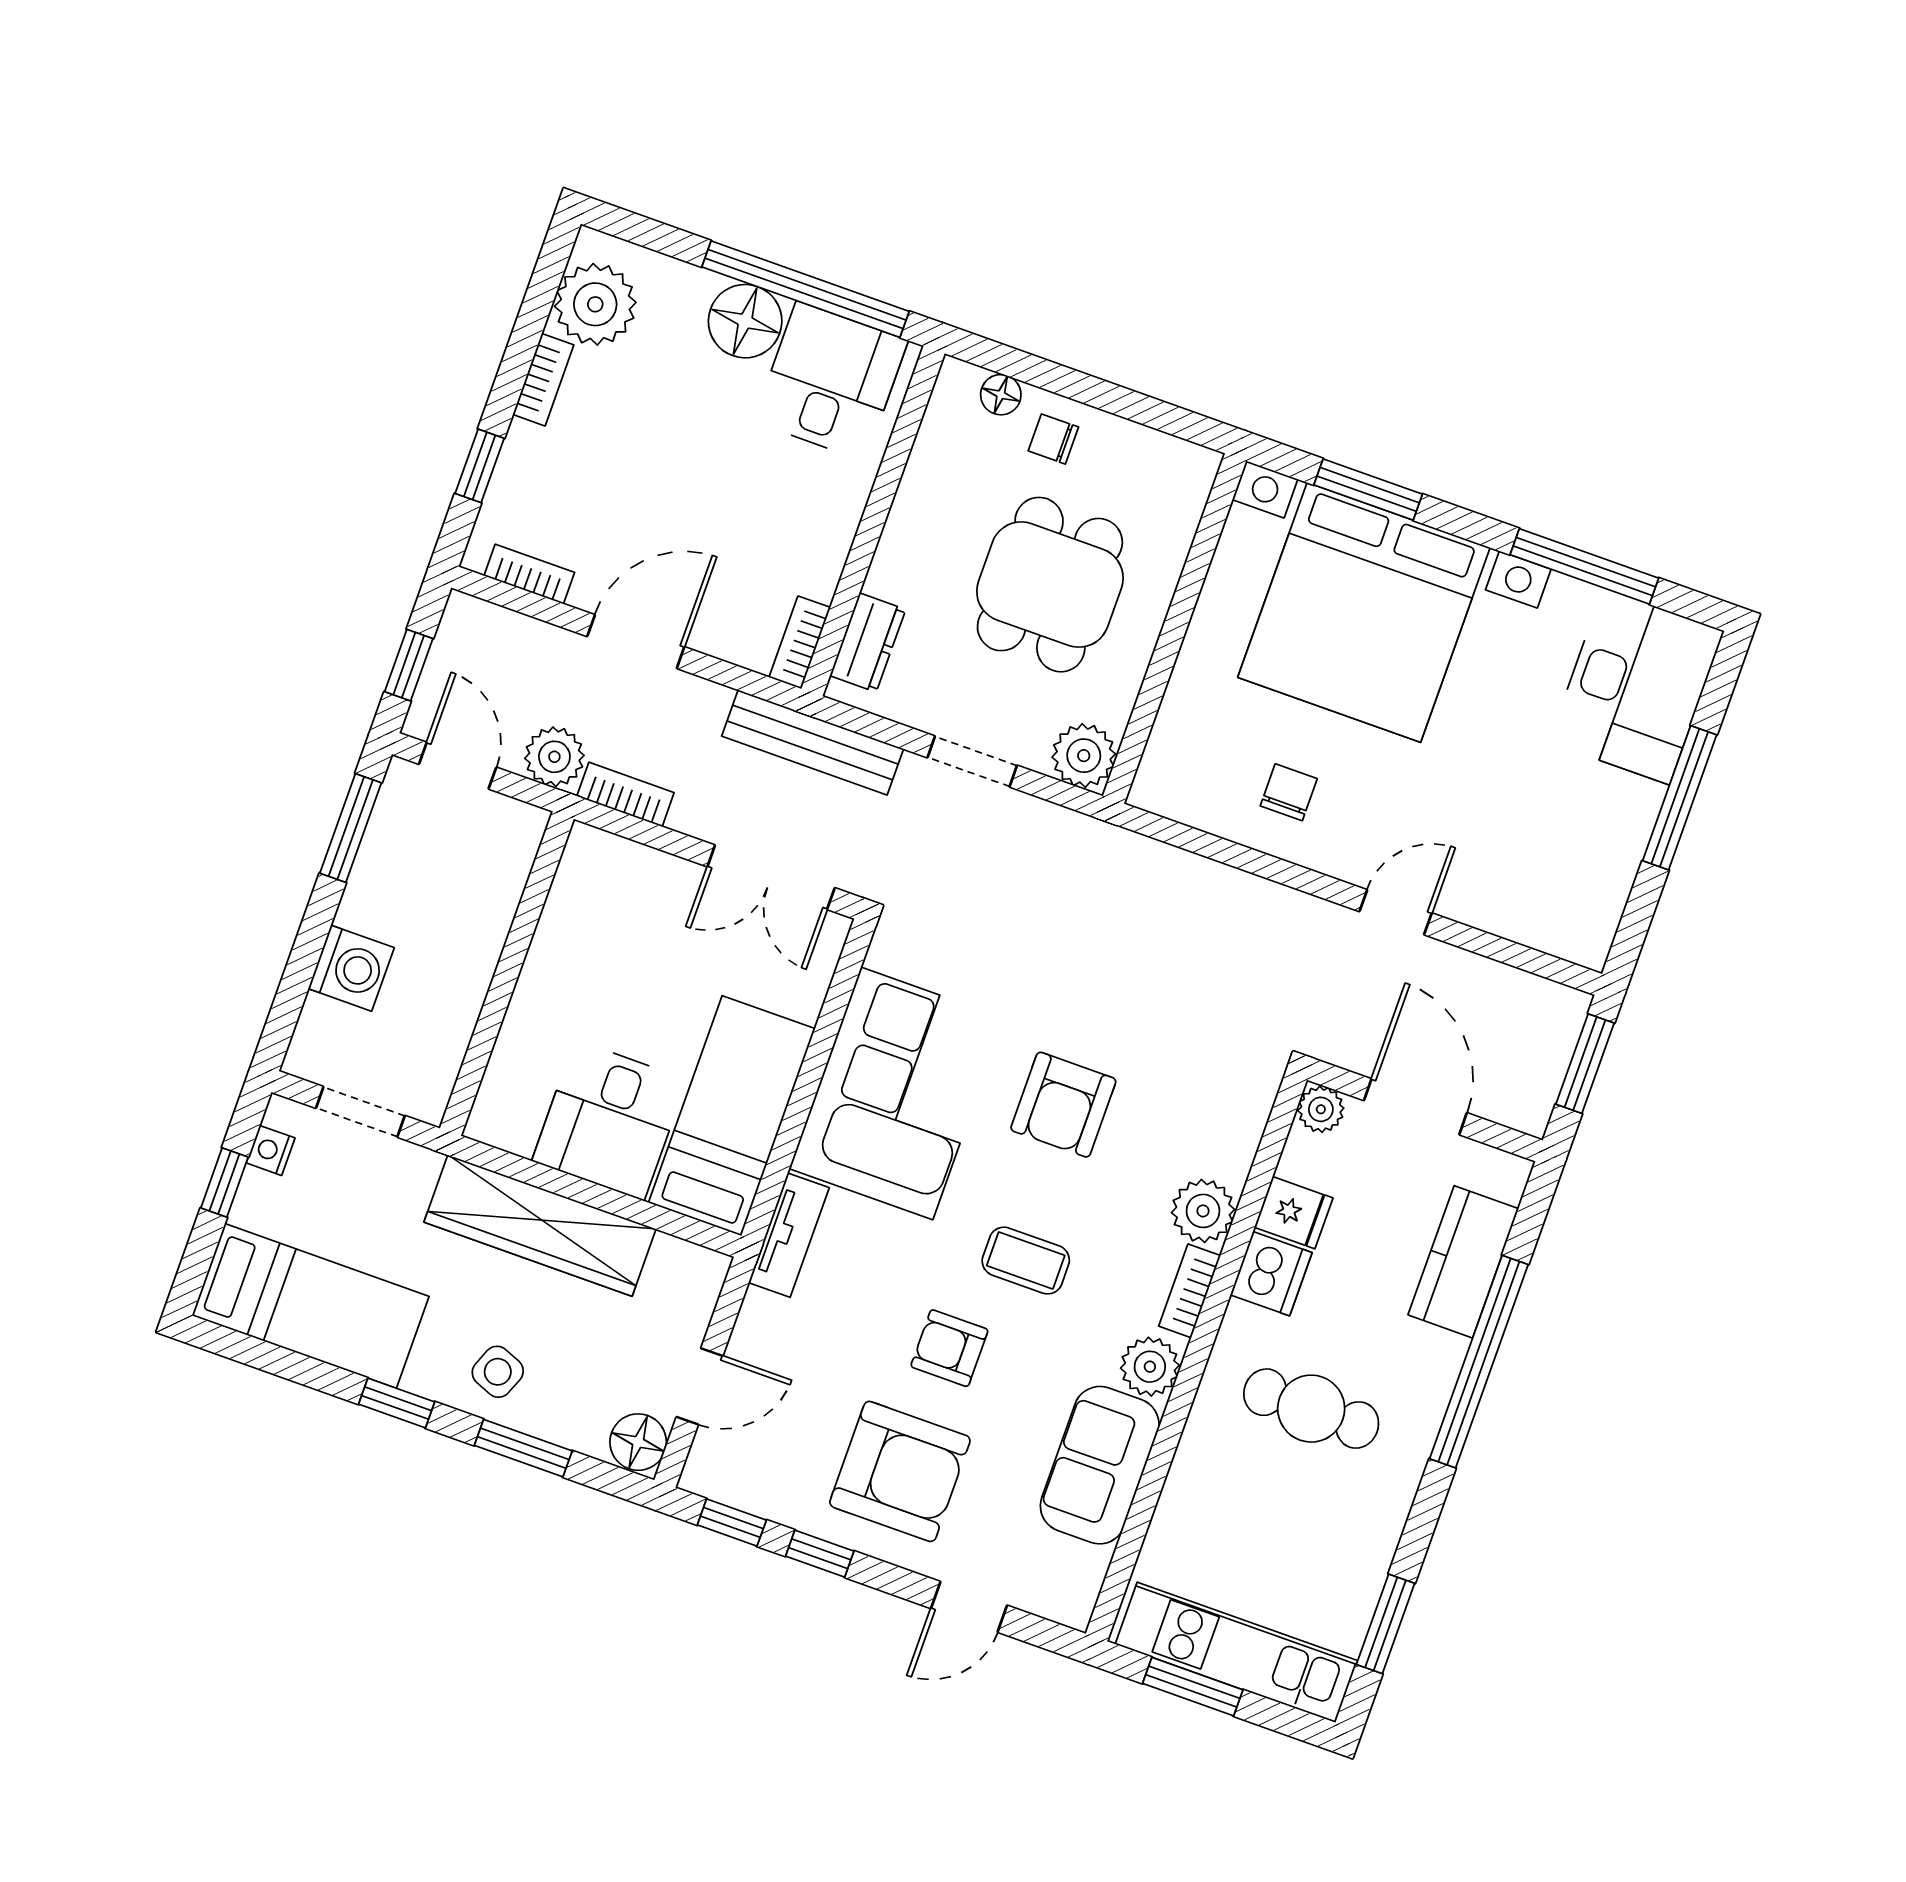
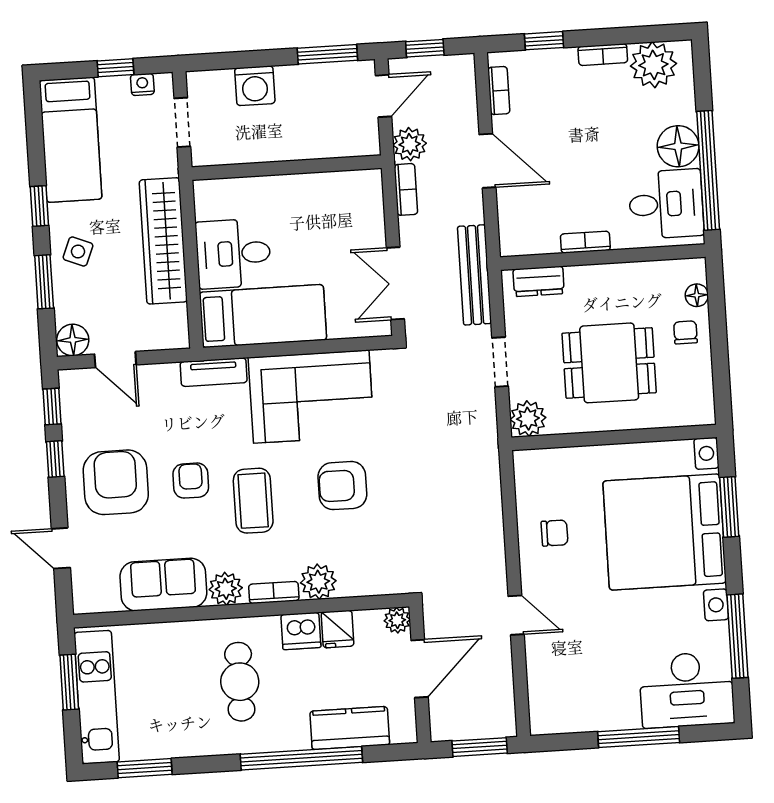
bookcase: (800, 642) -> (585, 242), moved
coffee table: (1026, 1261) -> (253, 501), width x1.36, depth x1.30
armchair: (900, 1471) -> (116, 482), turned 180

